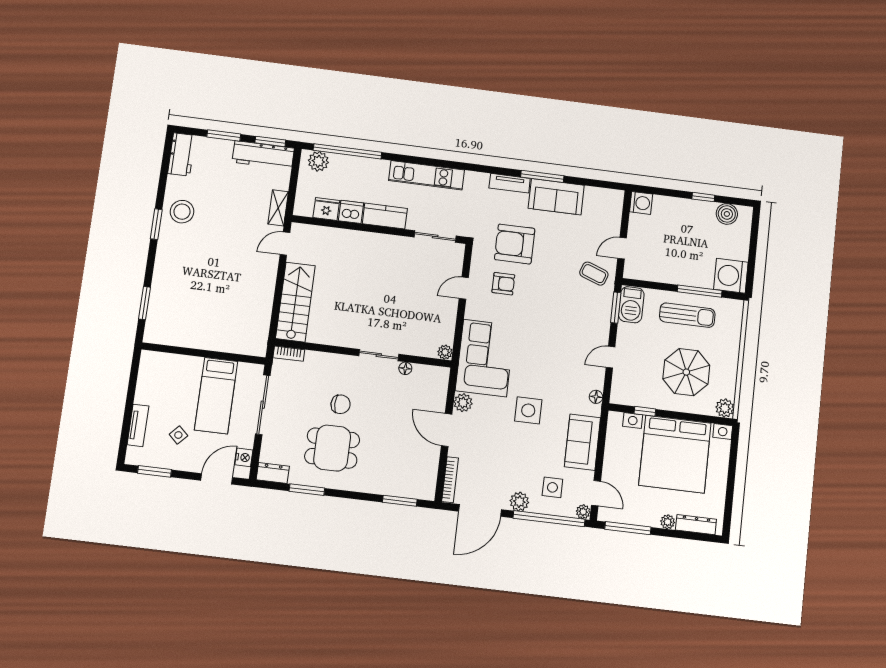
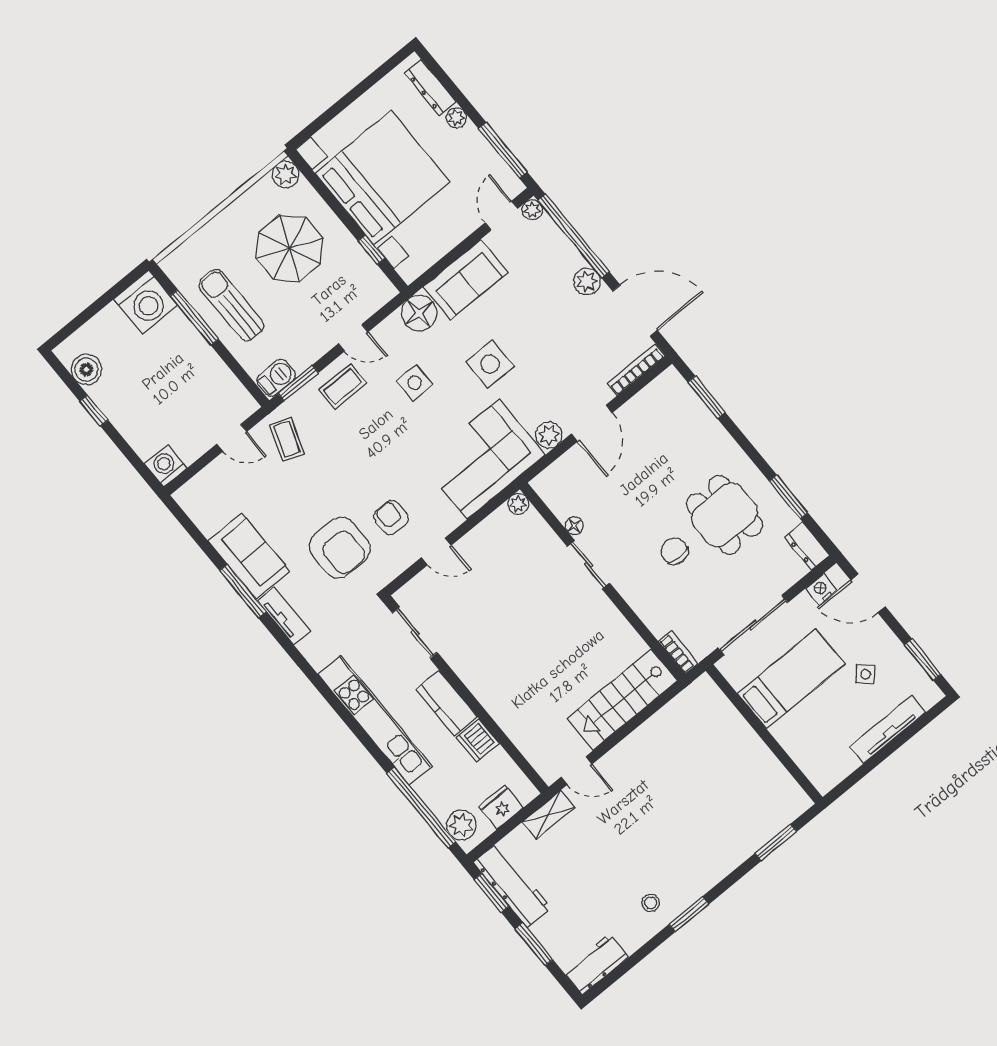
kitchen unit: (427, 175) -> (375, 720), width x1.36
fridge: (326, 209) -> (501, 807), moved, turned 90
stool: (182, 212) -> (651, 903), width x0.53, depth x0.53
barbecue: (631, 305) -> (276, 378), width x0.73, depth x0.79
coffee table: (592, 327) -> (343, 386), added
floor lamp: (596, 397) -> (419, 313), width x1.89, depth x1.89
tv unit: (138, 425) -> (888, 730), width x1.41
side table: (552, 487) -> (415, 383), moved

